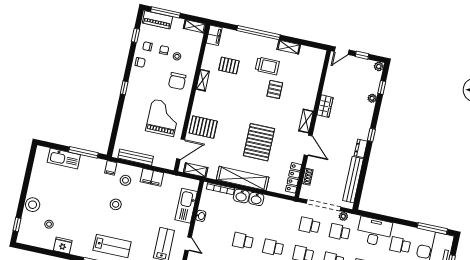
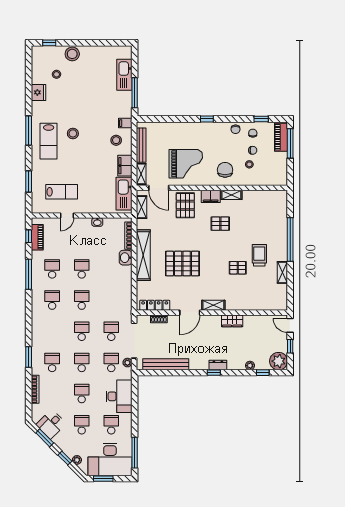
shelving: (195, 26) -> (141, 174), moved
filing cabinet: (214, 35) -> (211, 196), moved
pallet: (229, 66) -> (220, 224), moved, turned 90
trolley: (267, 66) -> (259, 255), turned 180
plant: (379, 66) -> (279, 361), width x1.88, depth x1.88
chair: (177, 81) -> (225, 170), turned 90
dresser: (361, 148) -> (218, 365), moved
washbasin: (256, 199) -> (126, 273), removed
stool: (116, 204) -> (73, 133), moved
kitchen sink: (186, 206) -> (124, 194), moved, turned -90

